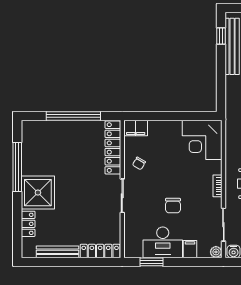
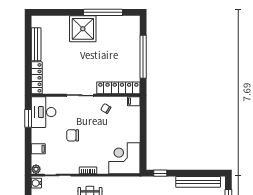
window: (221, 36) -> (160, 173), moved
filing cabinet: (136, 128) -> (134, 101), width x0.50
locker: (28, 224) -> (58, 21), removed
desk: (163, 242) -> (44, 112), moved

